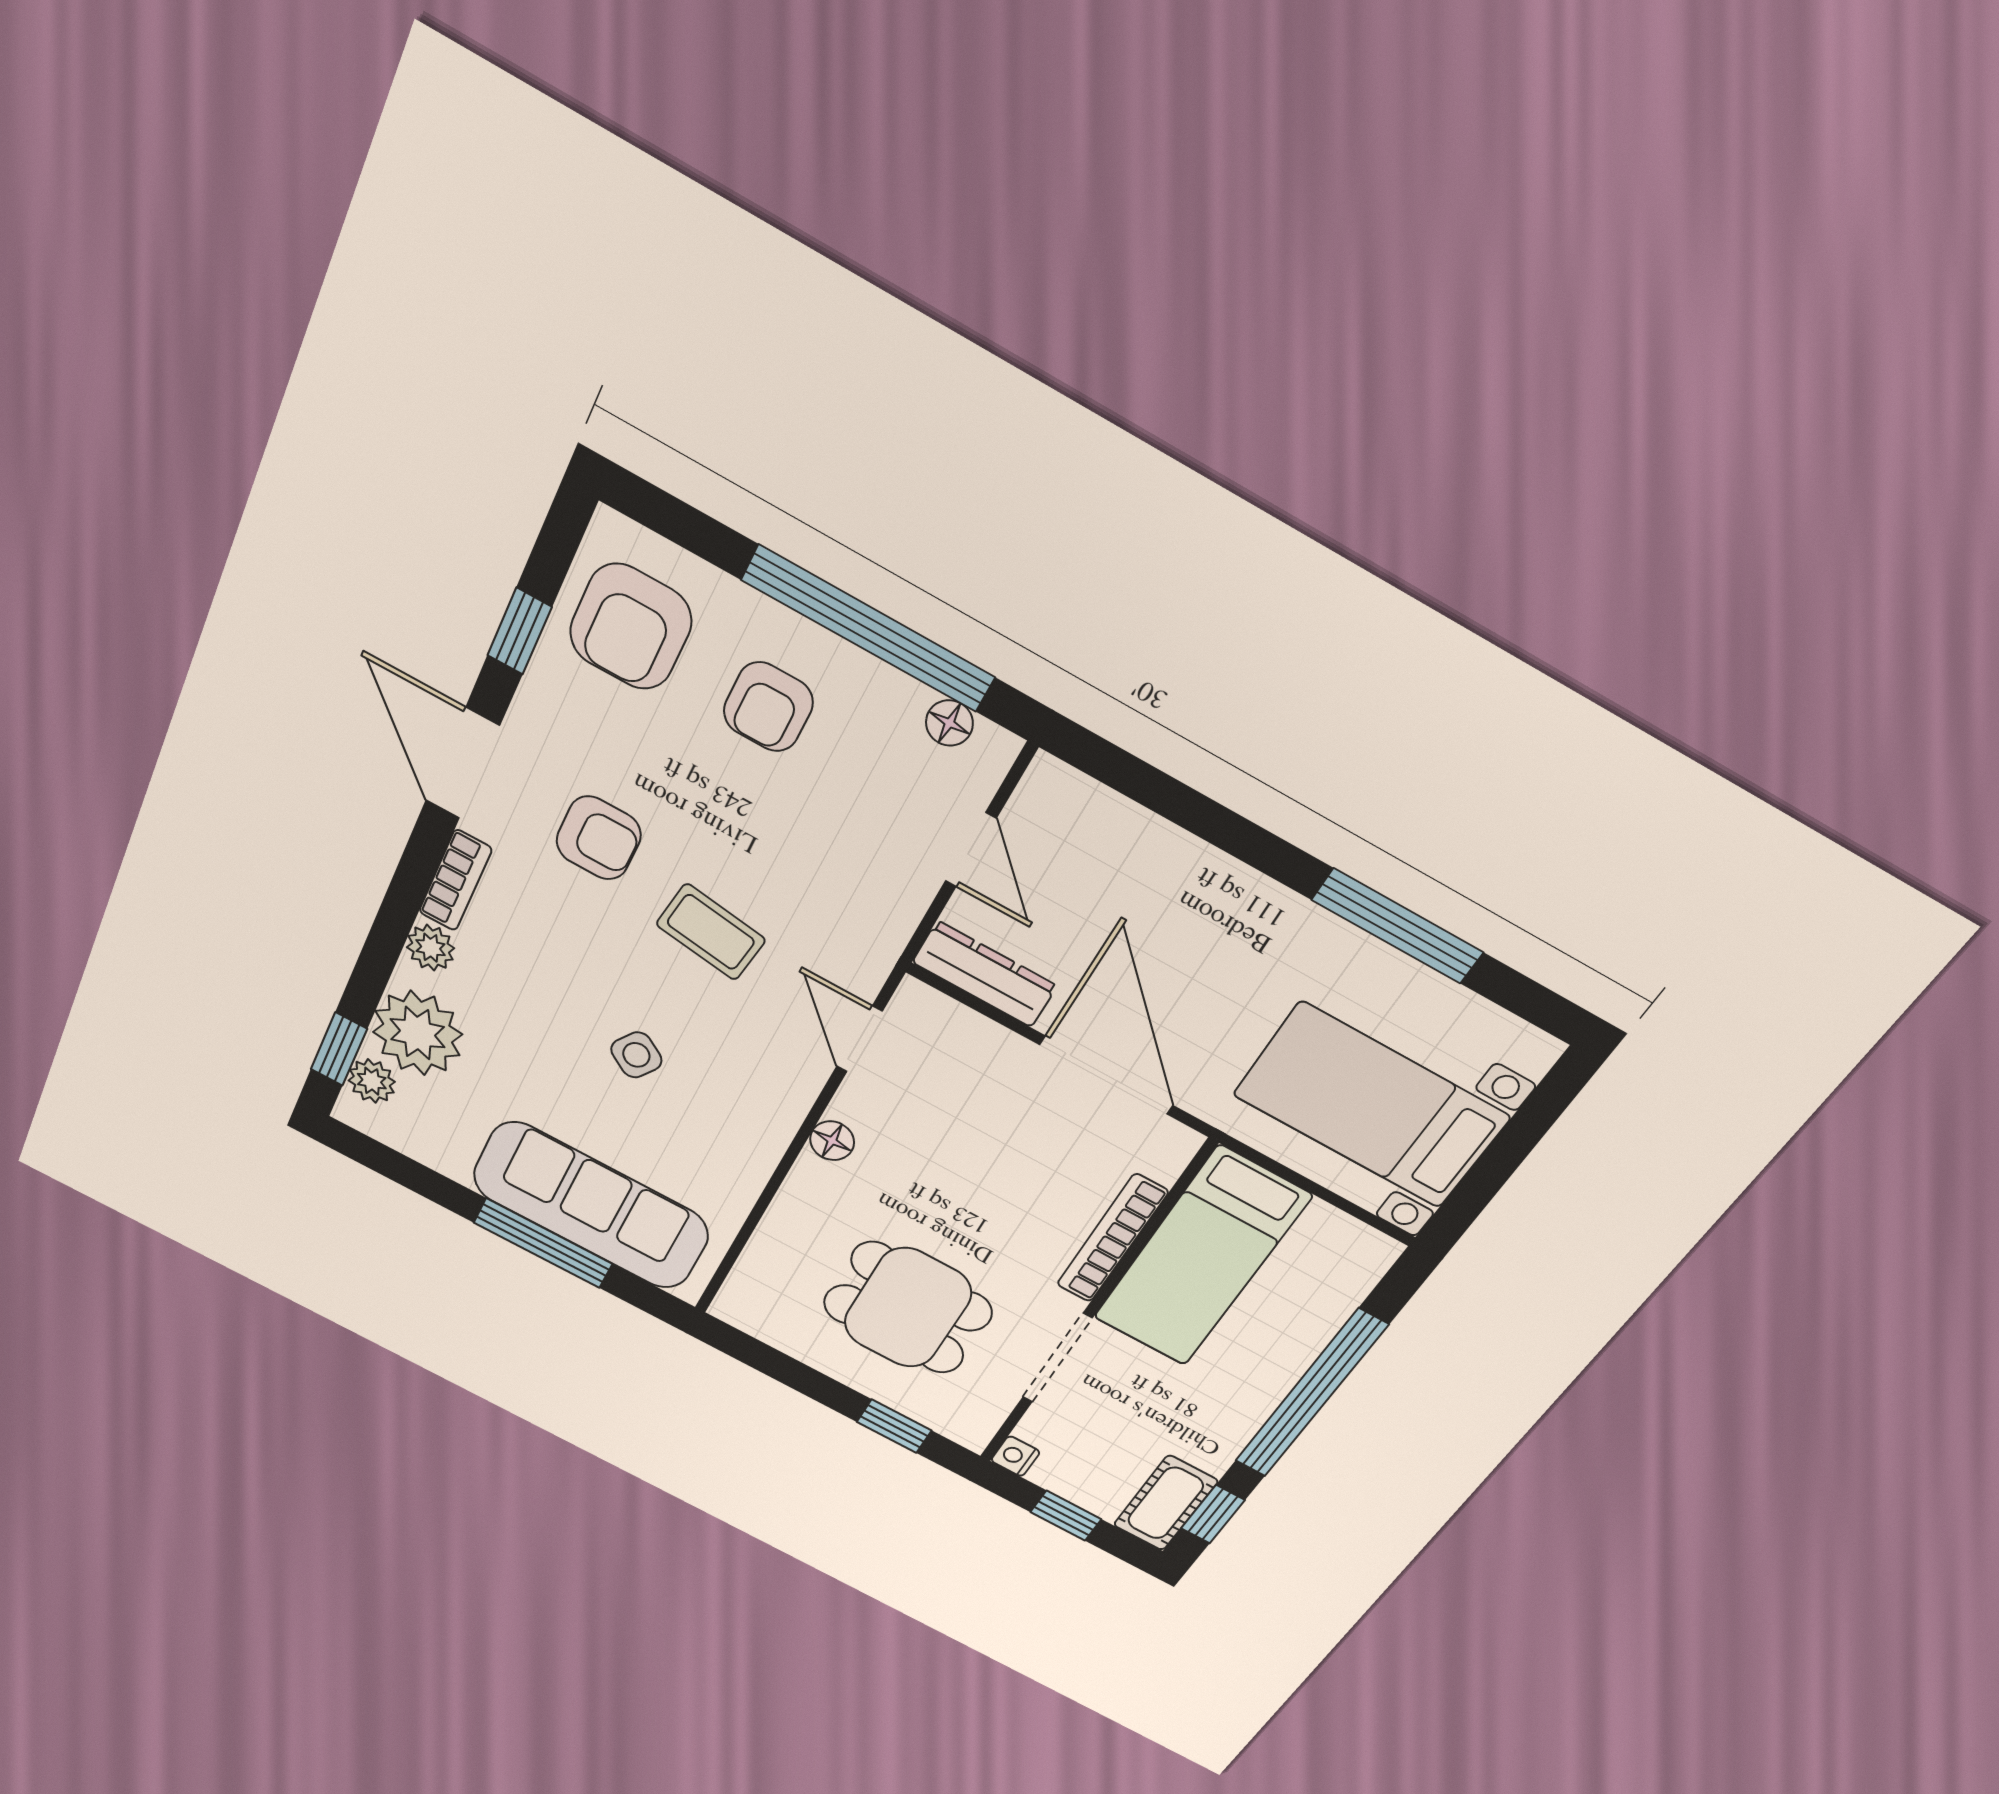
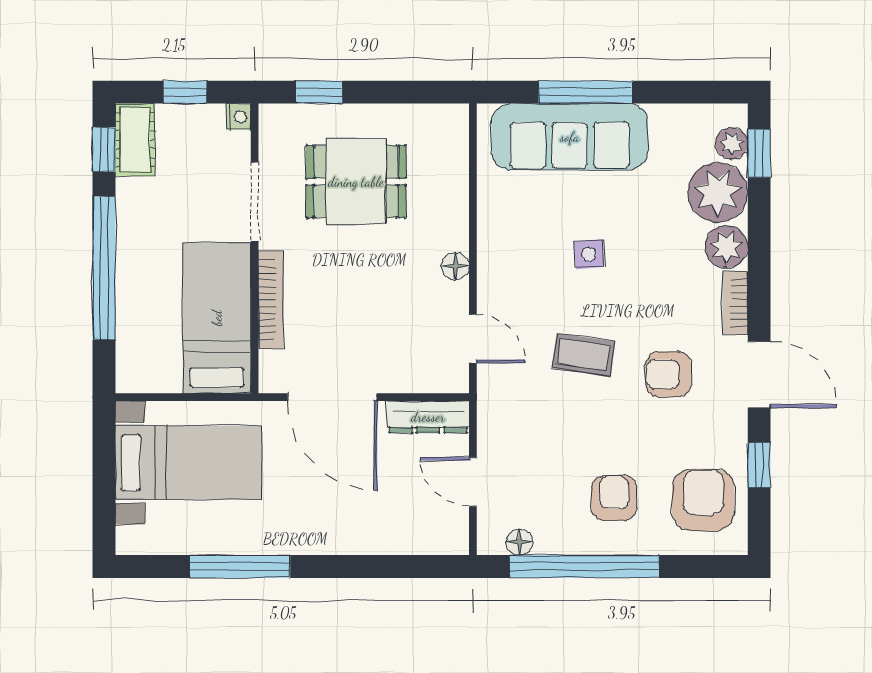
plant: (431, 948) -> (726, 247), width x1.38, depth x1.38
side table: (636, 1055) -> (589, 254), turned -38

